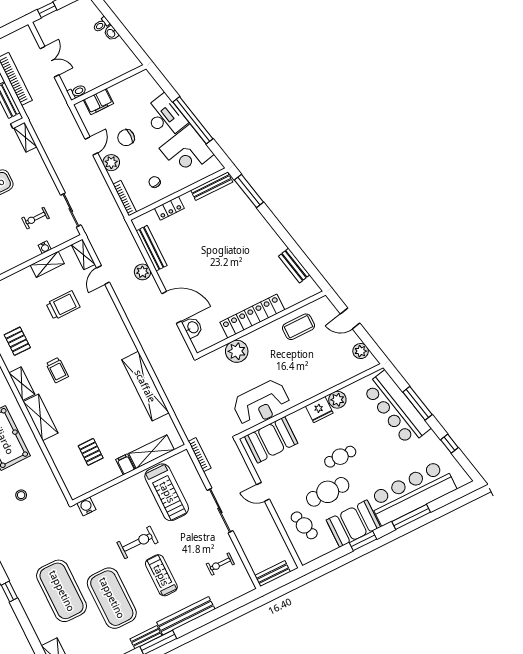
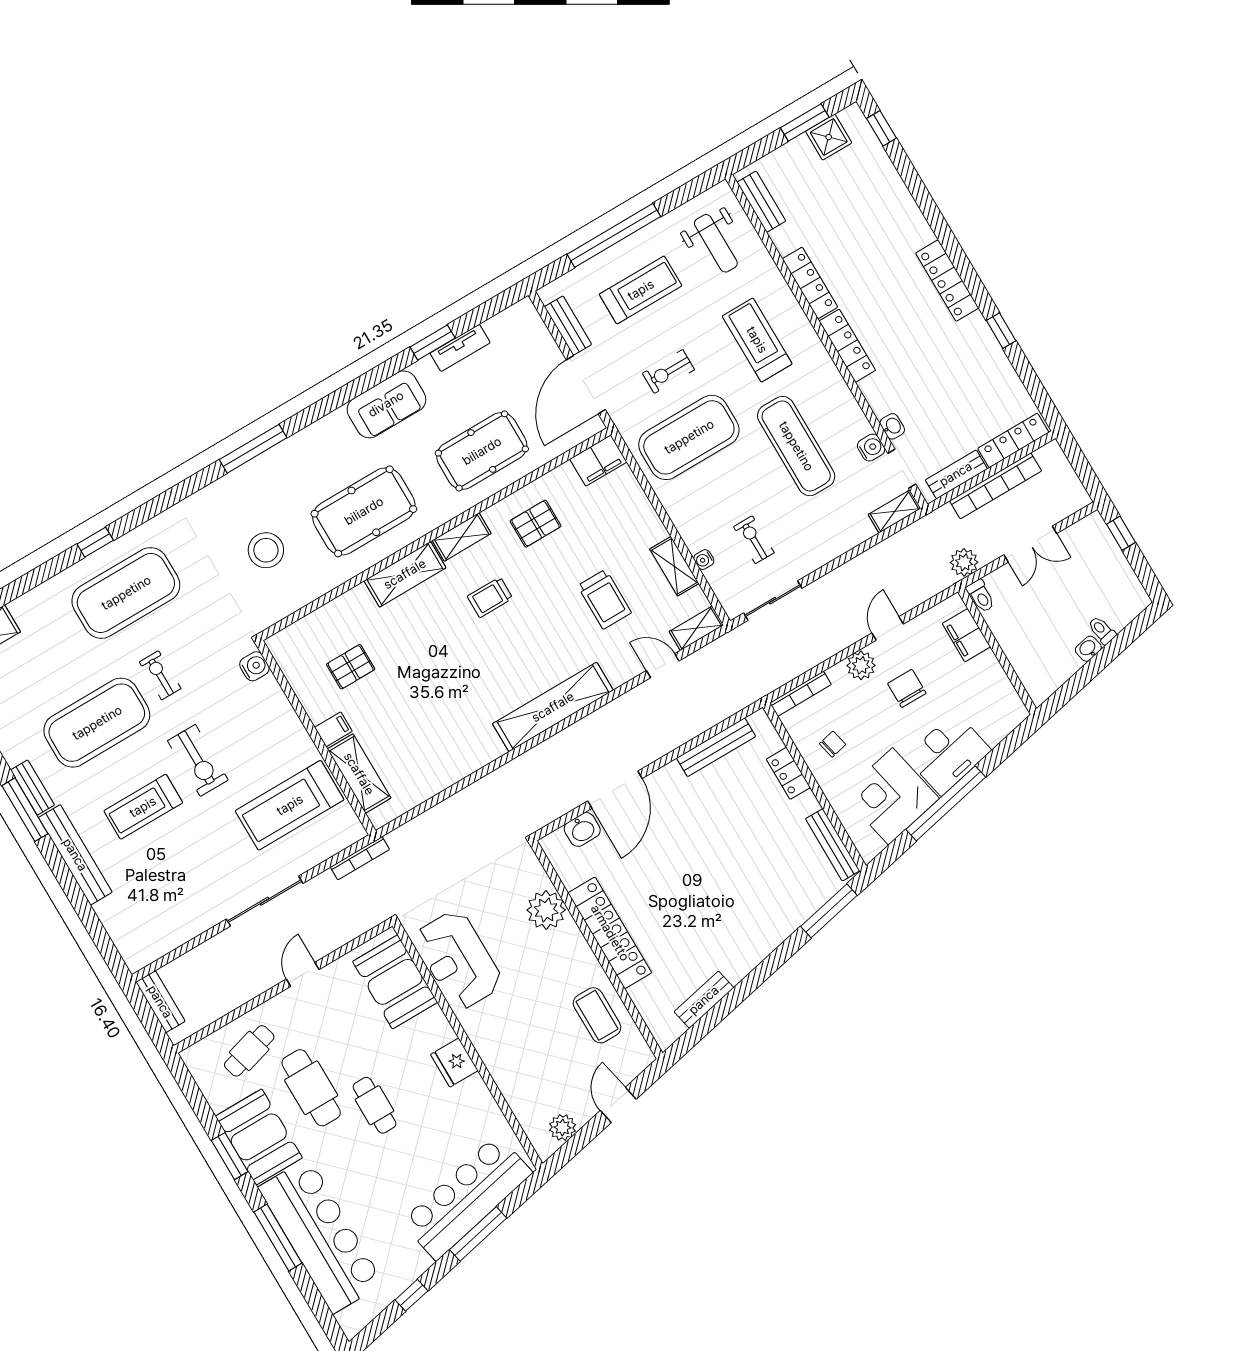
door: (91, 146) -> (888, 628), swing flipped
plant: (142, 272) -> (964, 562), moved
shelving: (145, 386) -> (553, 707), moved
plant: (337, 400) -> (474, 1093), removed
stool: (21, 495) -> (266, 550), width x1.89, depth x1.89
exercise bike: (220, 564) -> (160, 675), moved
treadmill: (161, 575) -> (143, 807), turned 180
exercise mat: (62, 591) -> (126, 593), moved

